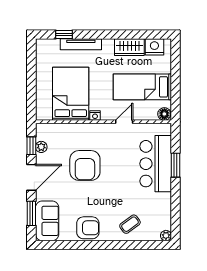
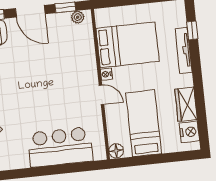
door: (124, 122) -> (101, 95), moved
plant: (41, 147) -> (78, 17), moved
armchair: (85, 165) -> (50, 69), removed
window: (175, 165) -> (61, 169), removed

